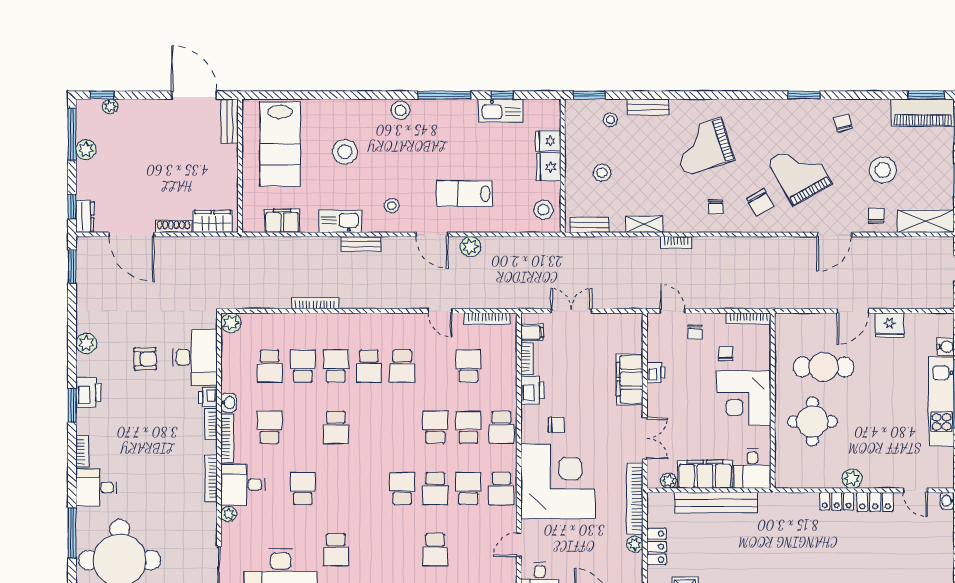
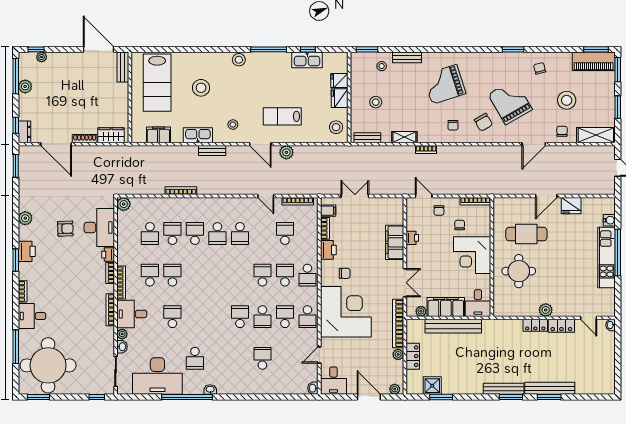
washbasin: (229, 403) -> (122, 347), moved
school desk: (336, 427) -> (172, 275), moved, turned 180
school desk: (435, 550) -> (262, 358), turned 180

